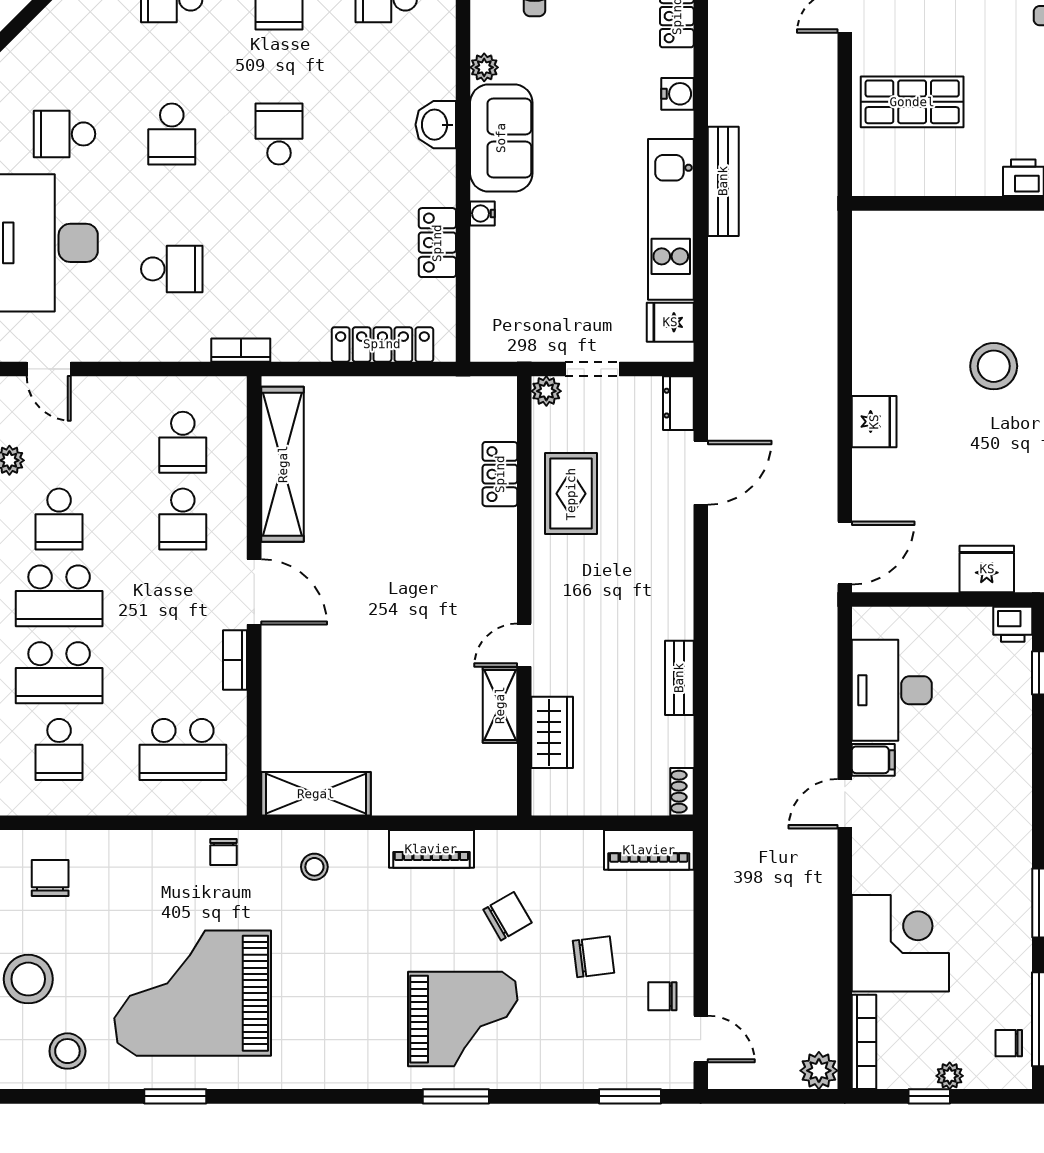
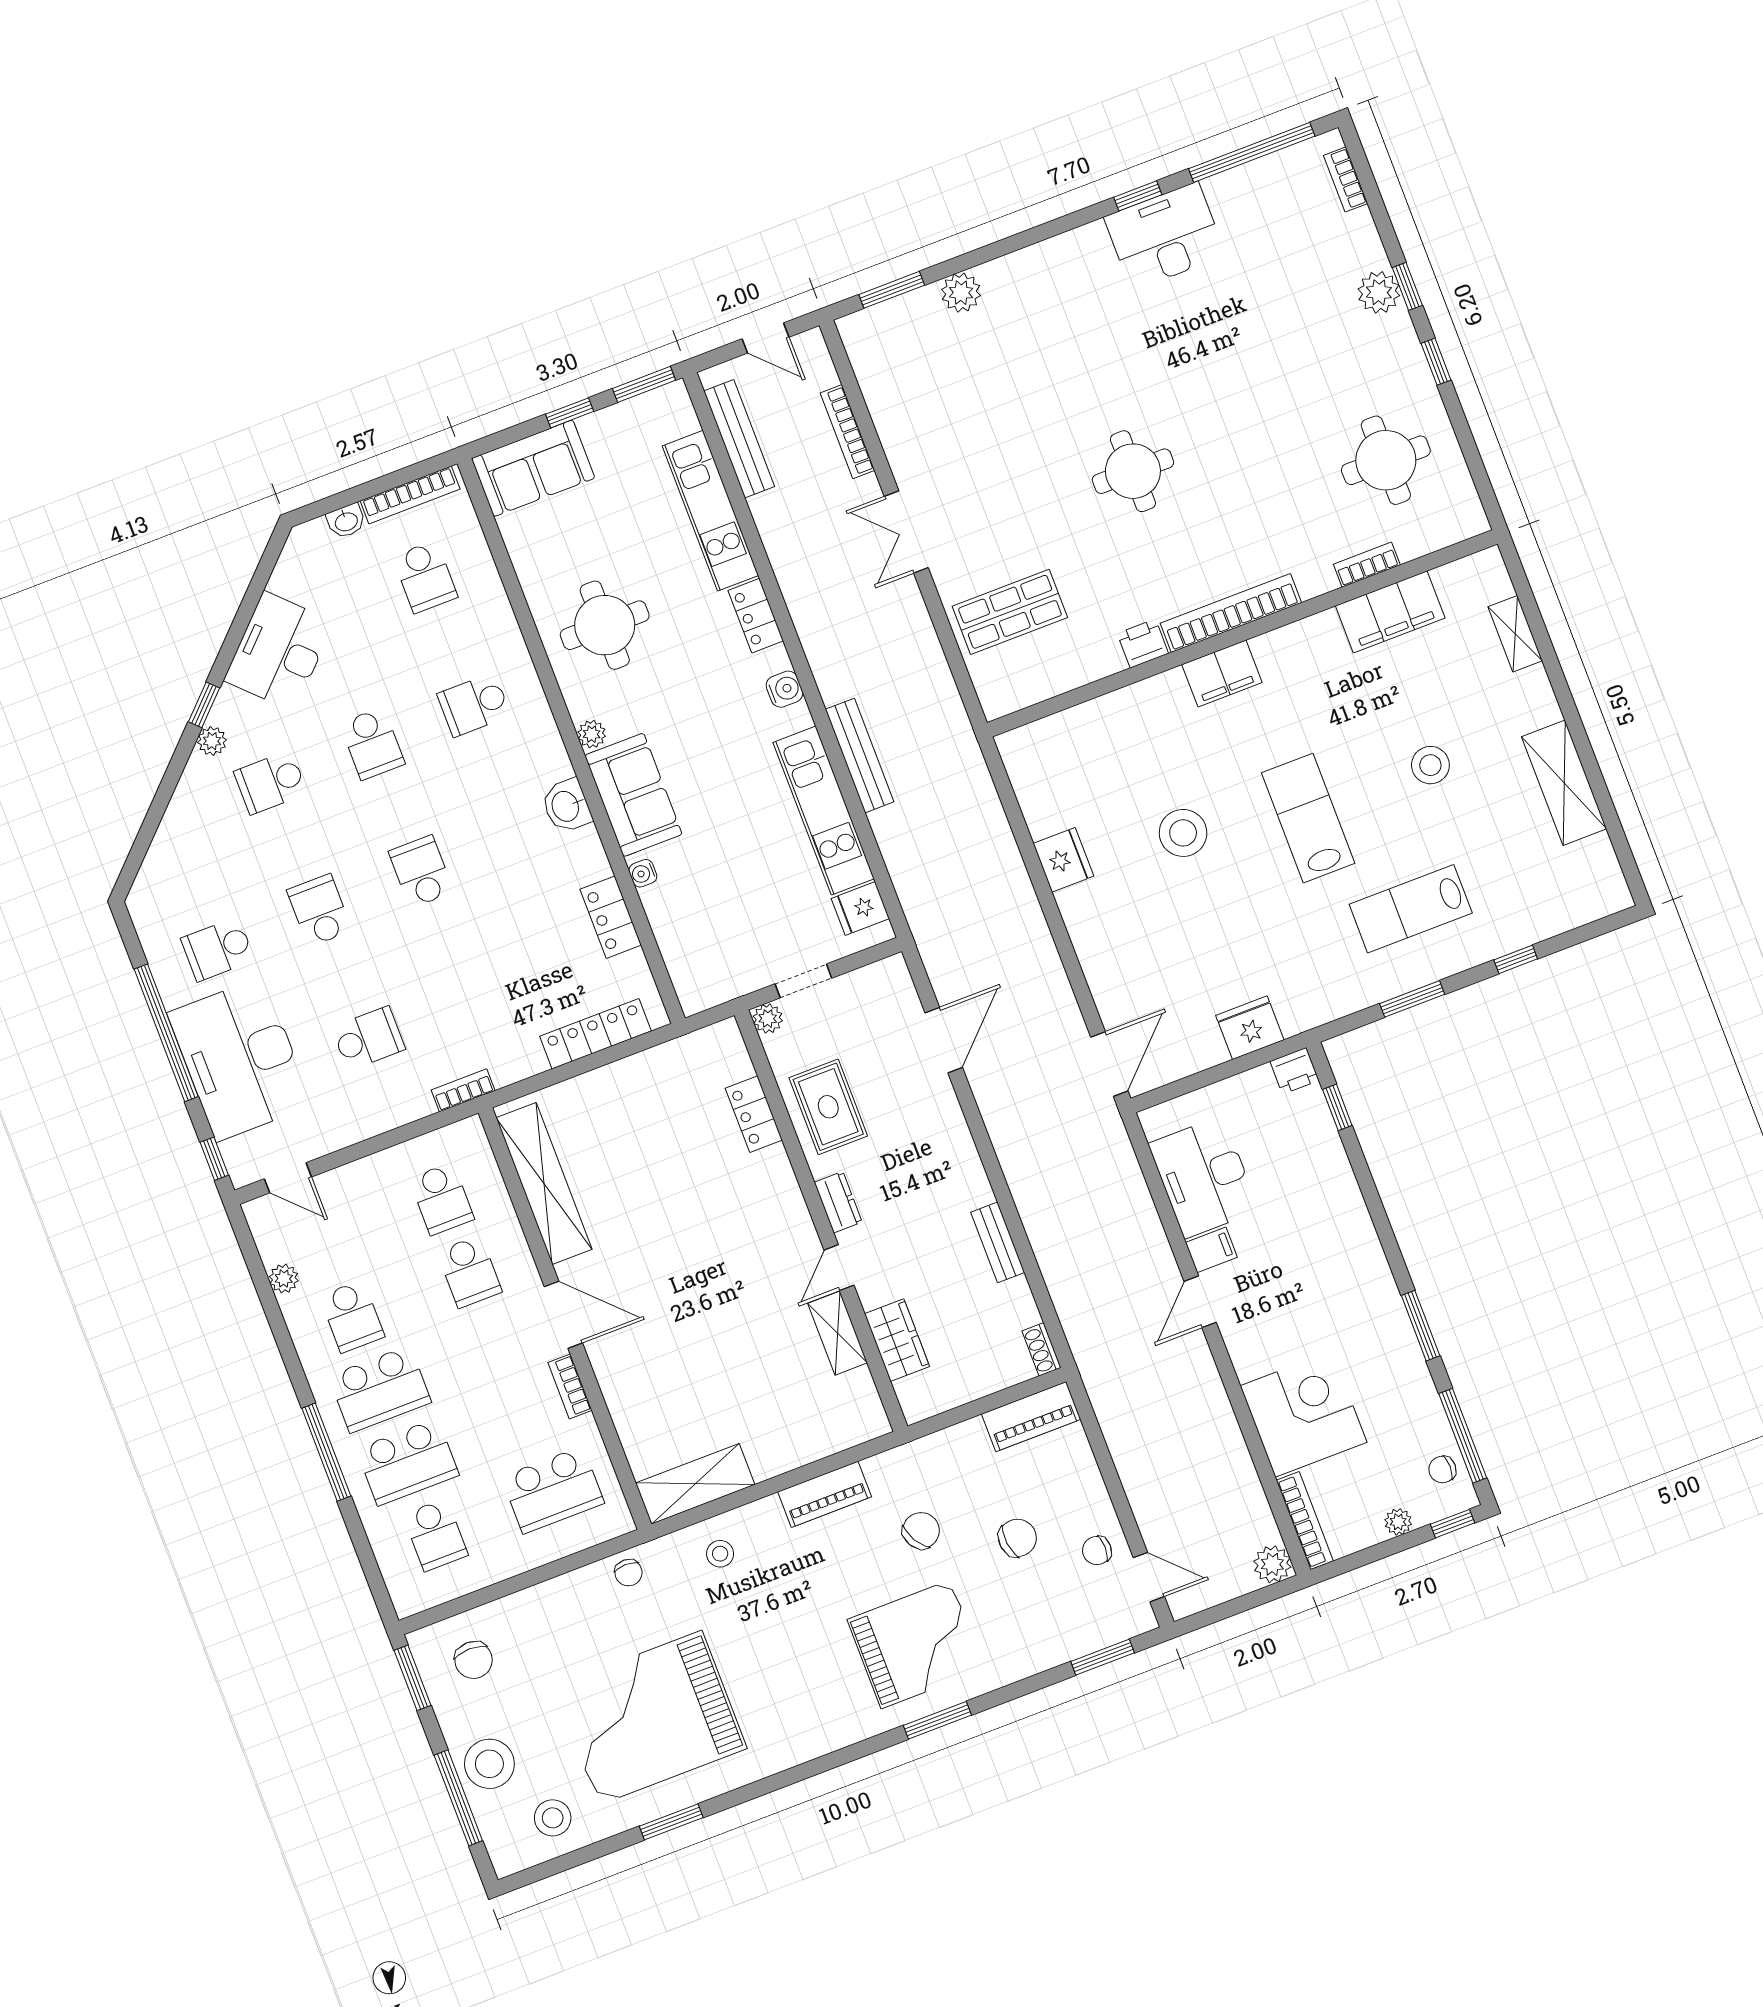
school desk: (172, 134) -> (319, 910), turned 180
dresser: (678, 403) -> (838, 1202), moved, turned 180
fridge: (874, 422) -> (1063, 860), moved
chair: (50, 878) -> (474, 1660), turned 180
window: (929, 1096) -> (1453, 1524), moved

